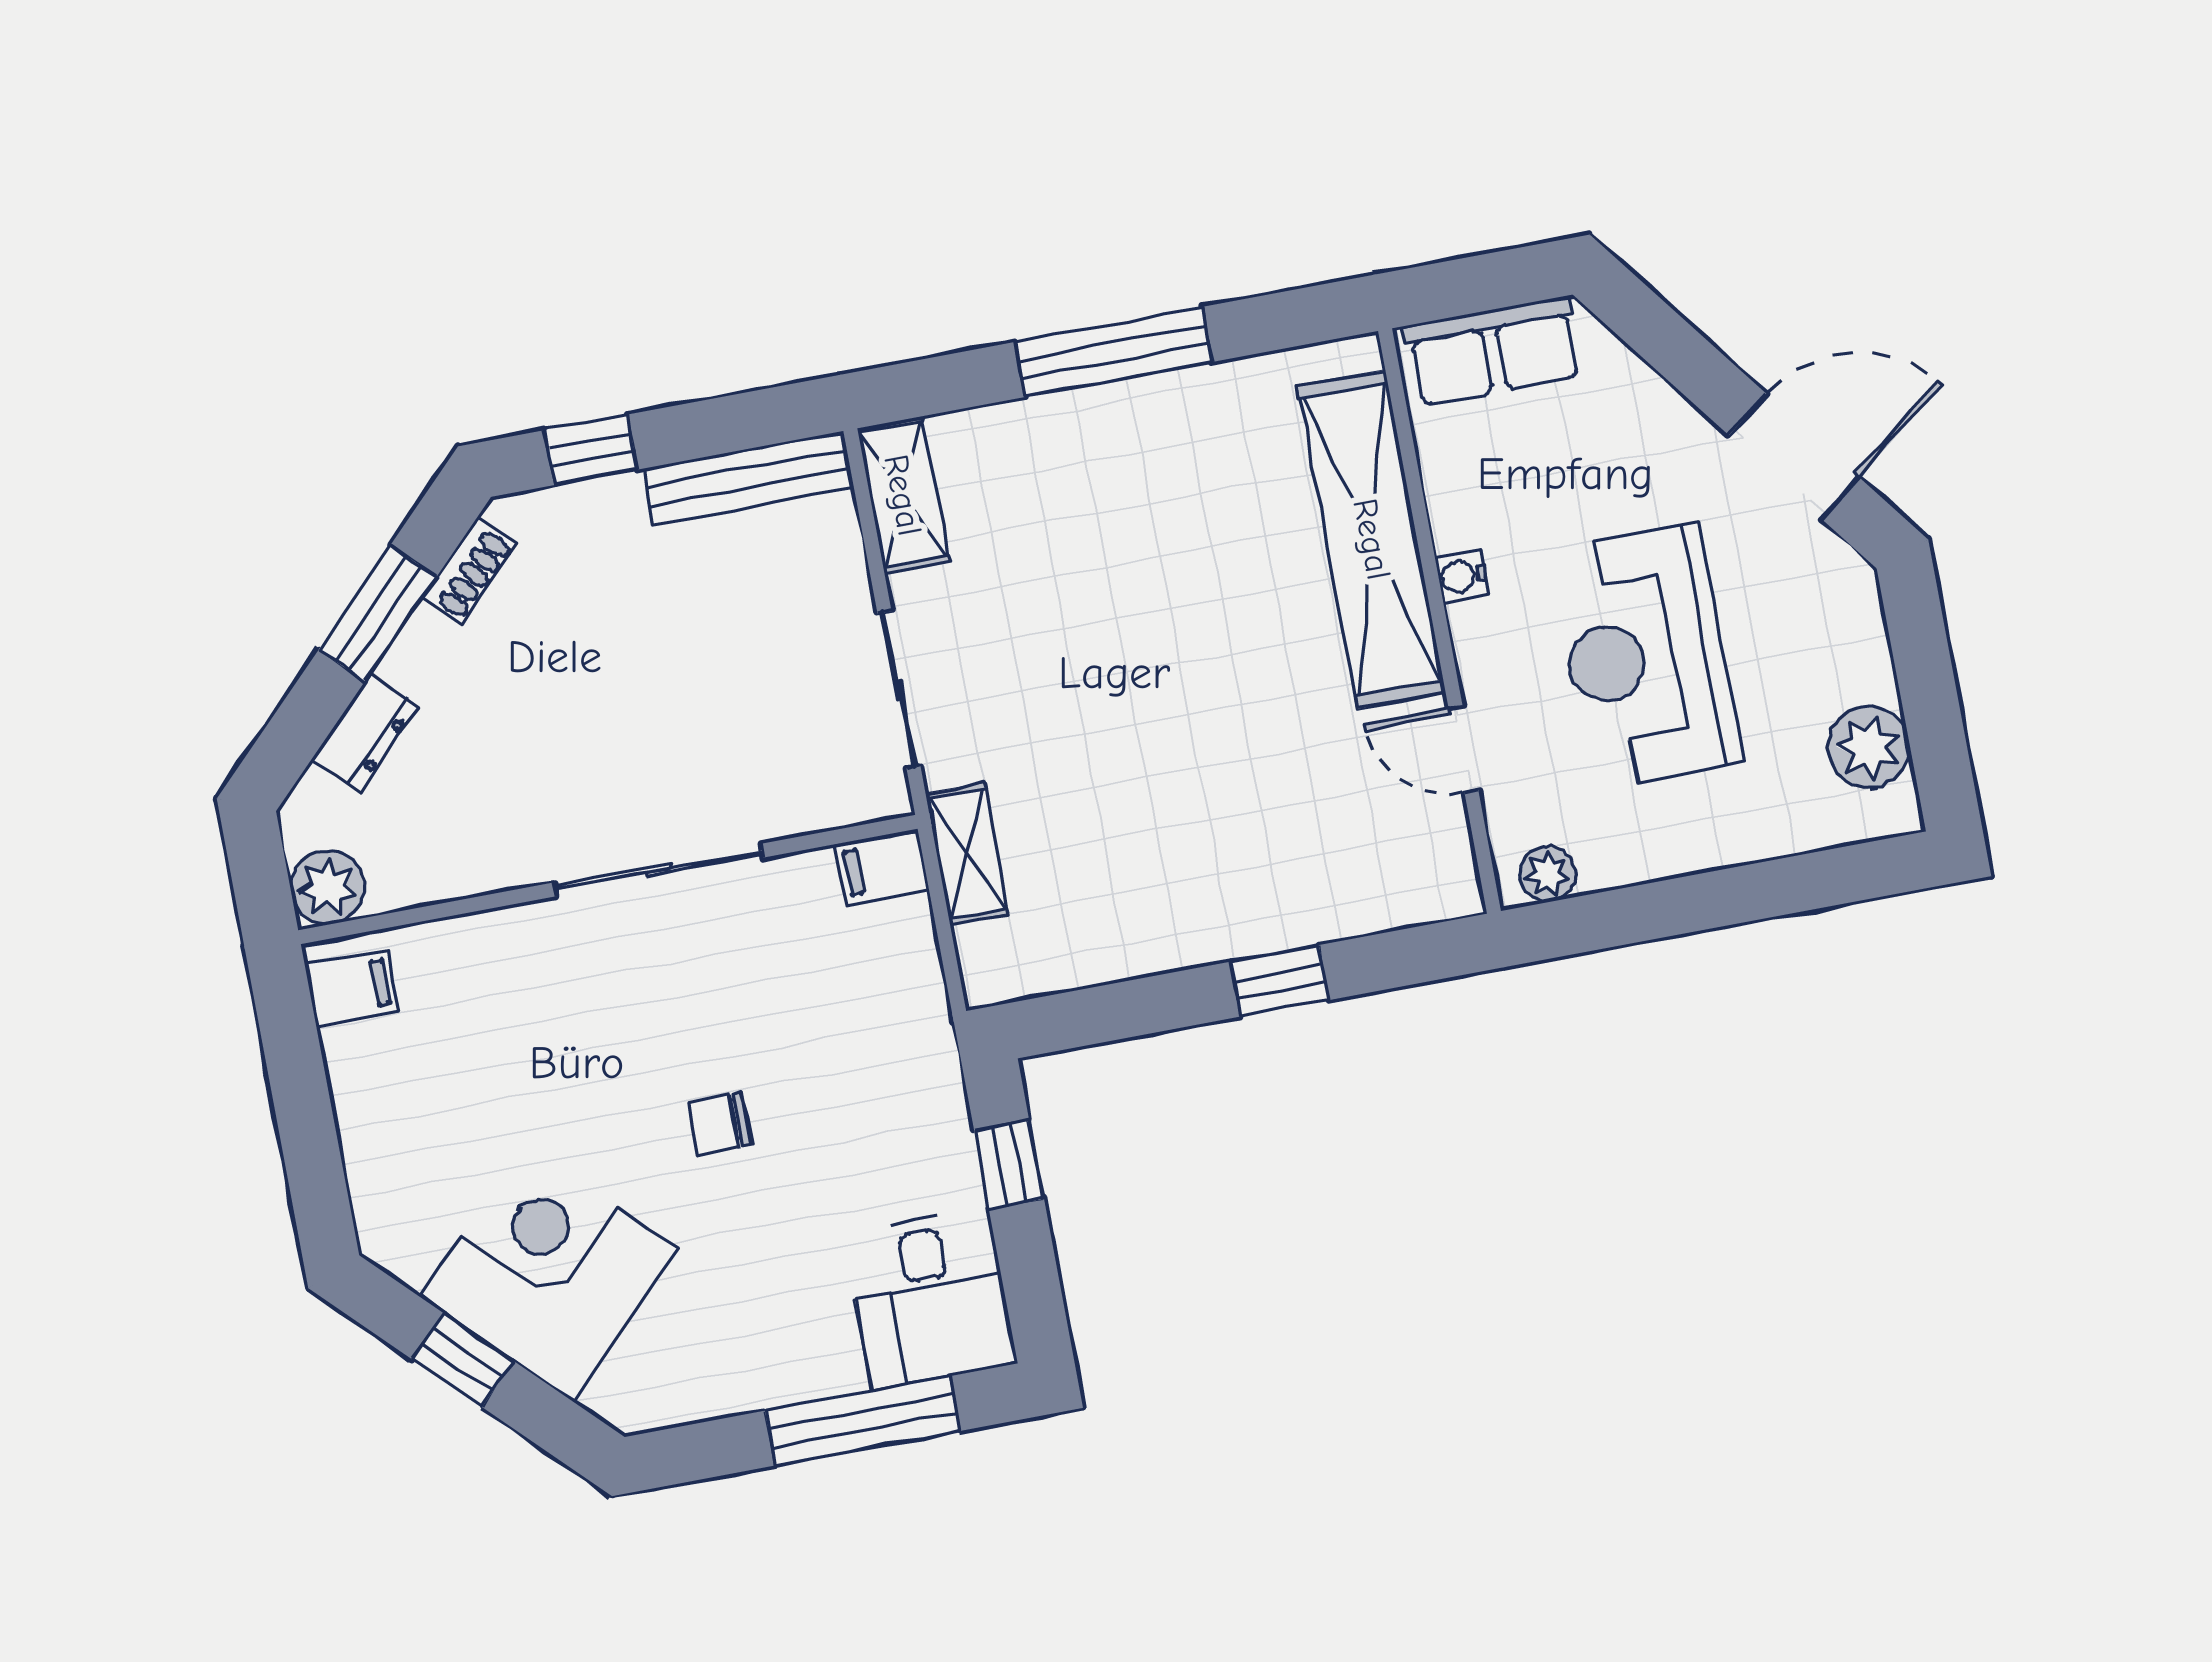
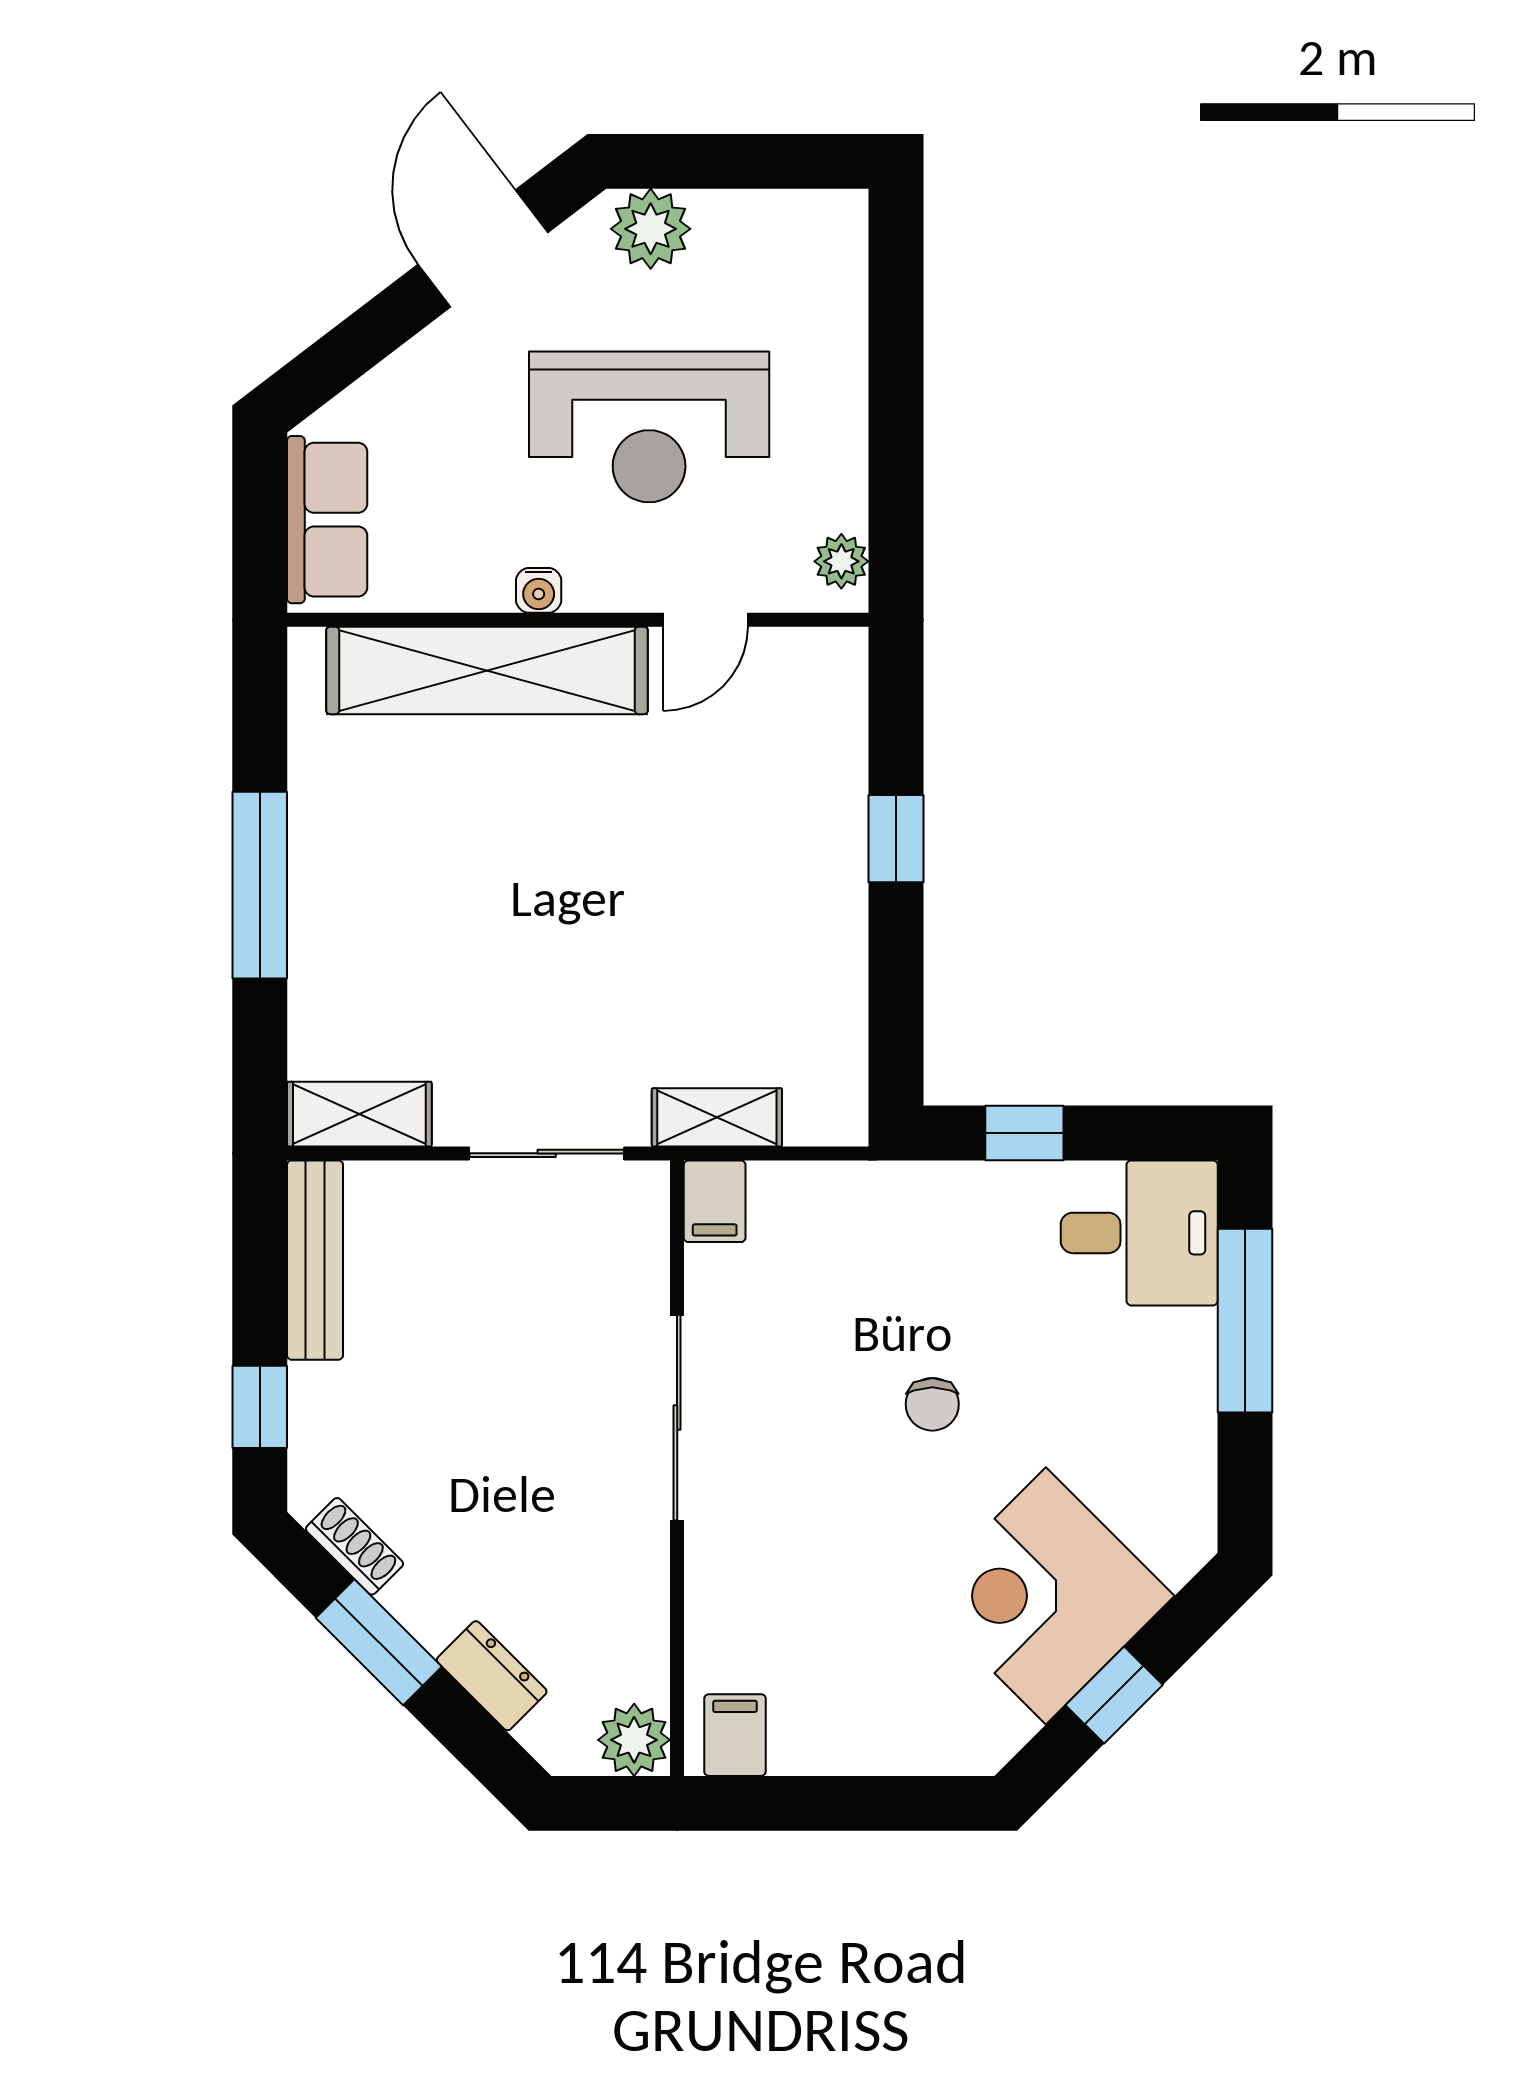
plant: (1869, 747) -> (651, 229), moved

